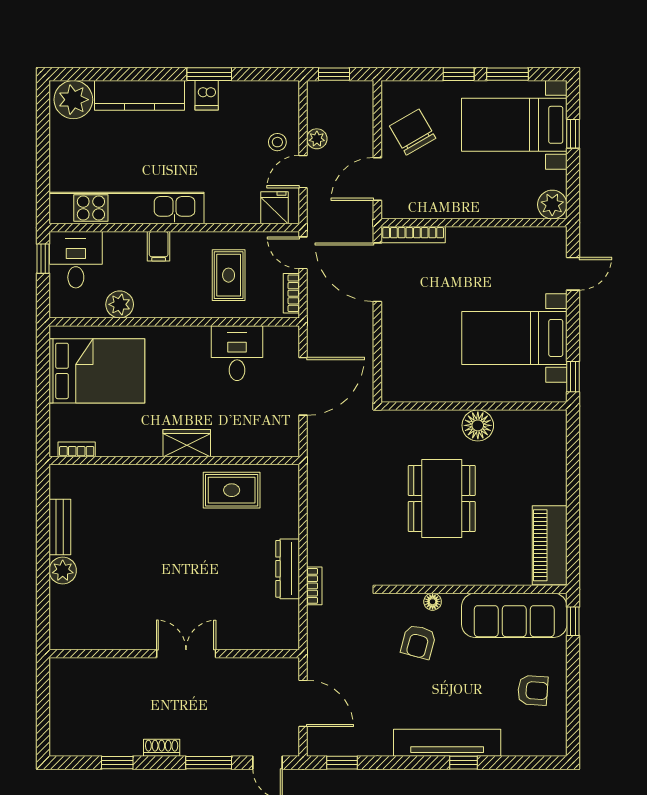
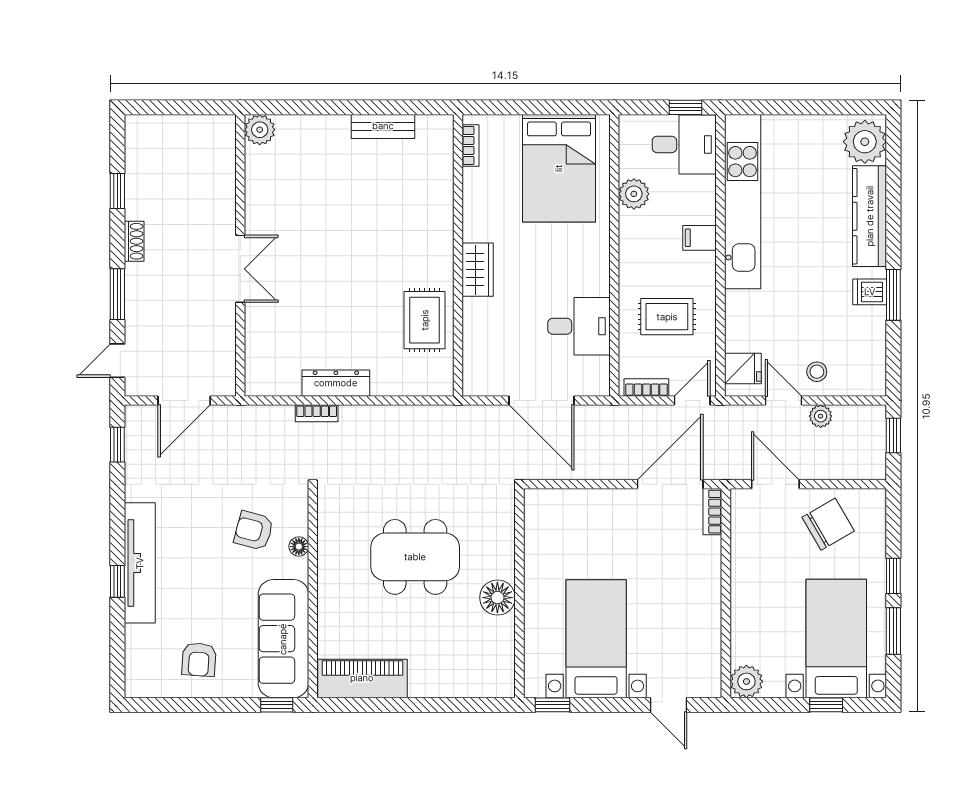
bookcase: (413, 235) -> (712, 512), width x0.64
plant: (63, 571) -> (260, 130), moved

